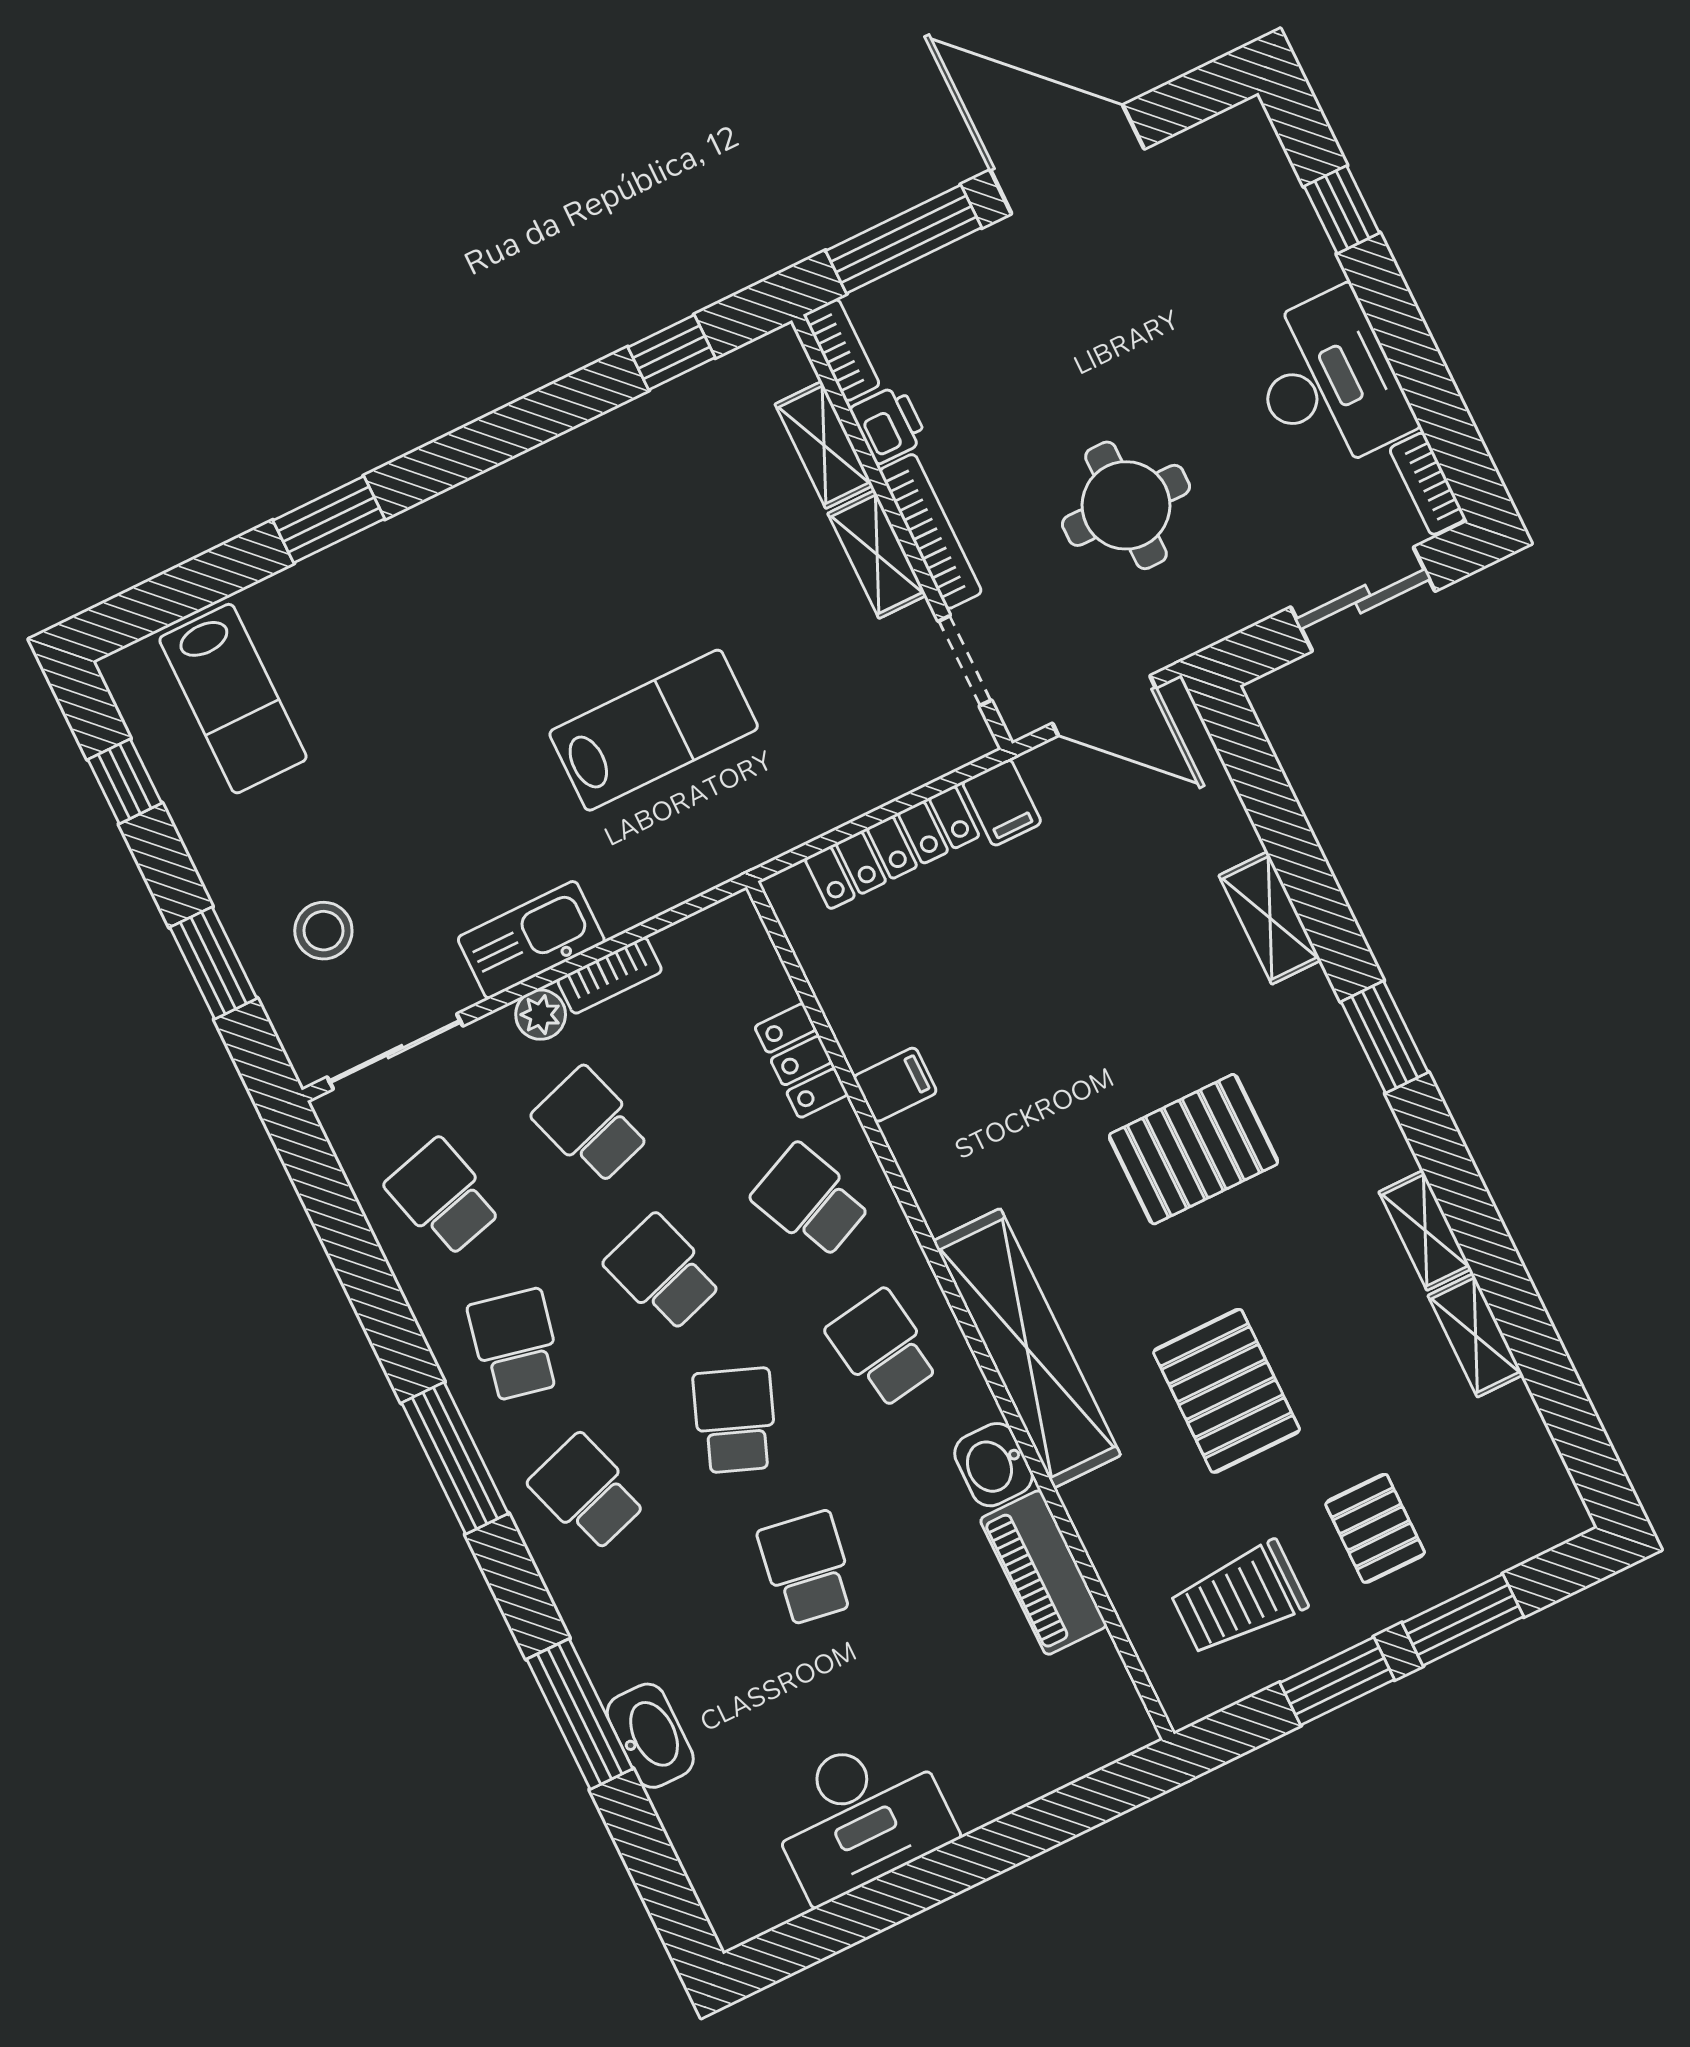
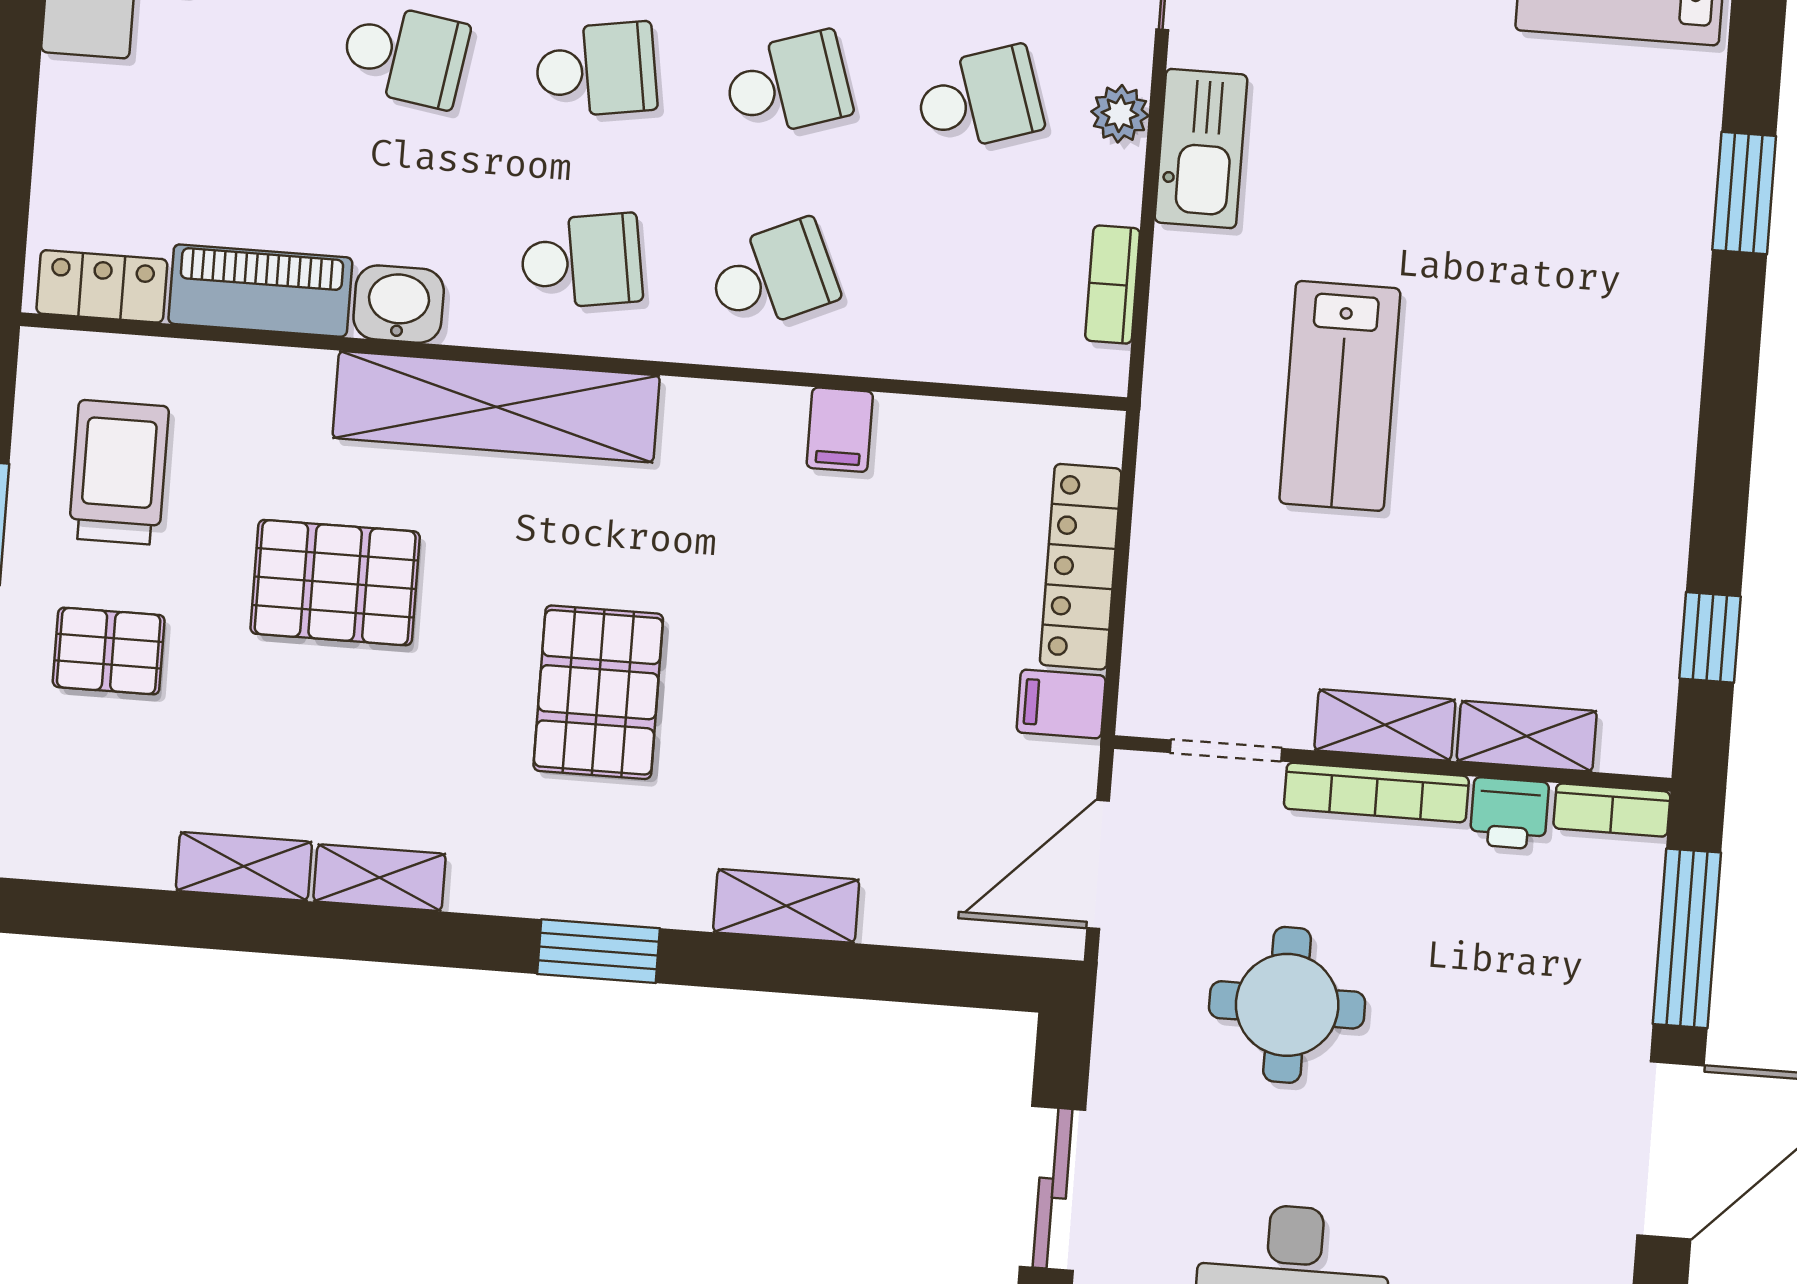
bookcase: (610, 976) -> (1113, 285), moved
locker: (801, 1061) -> (102, 286), moved
school desk: (735, 1420) -> (596, 70), turned -30

